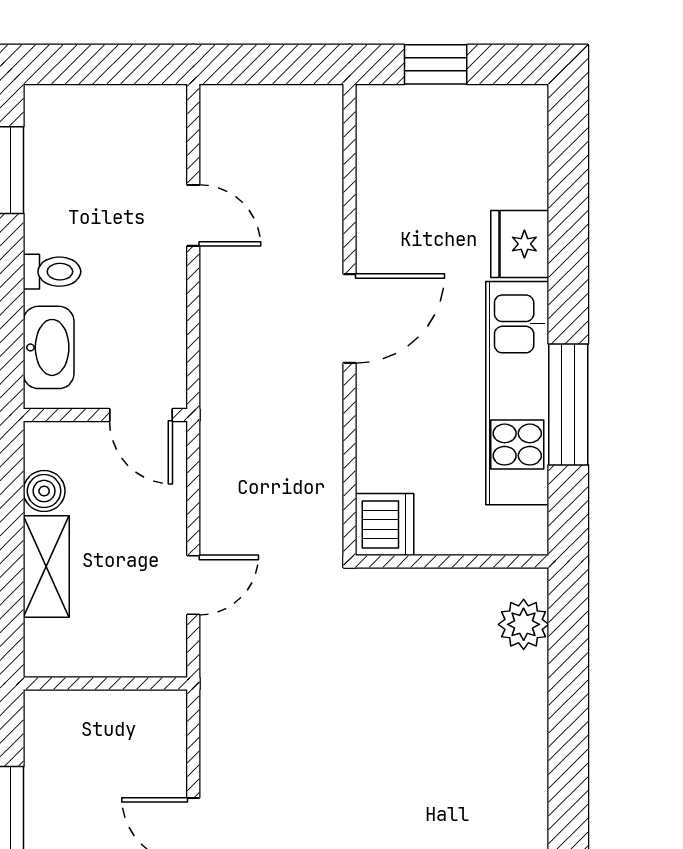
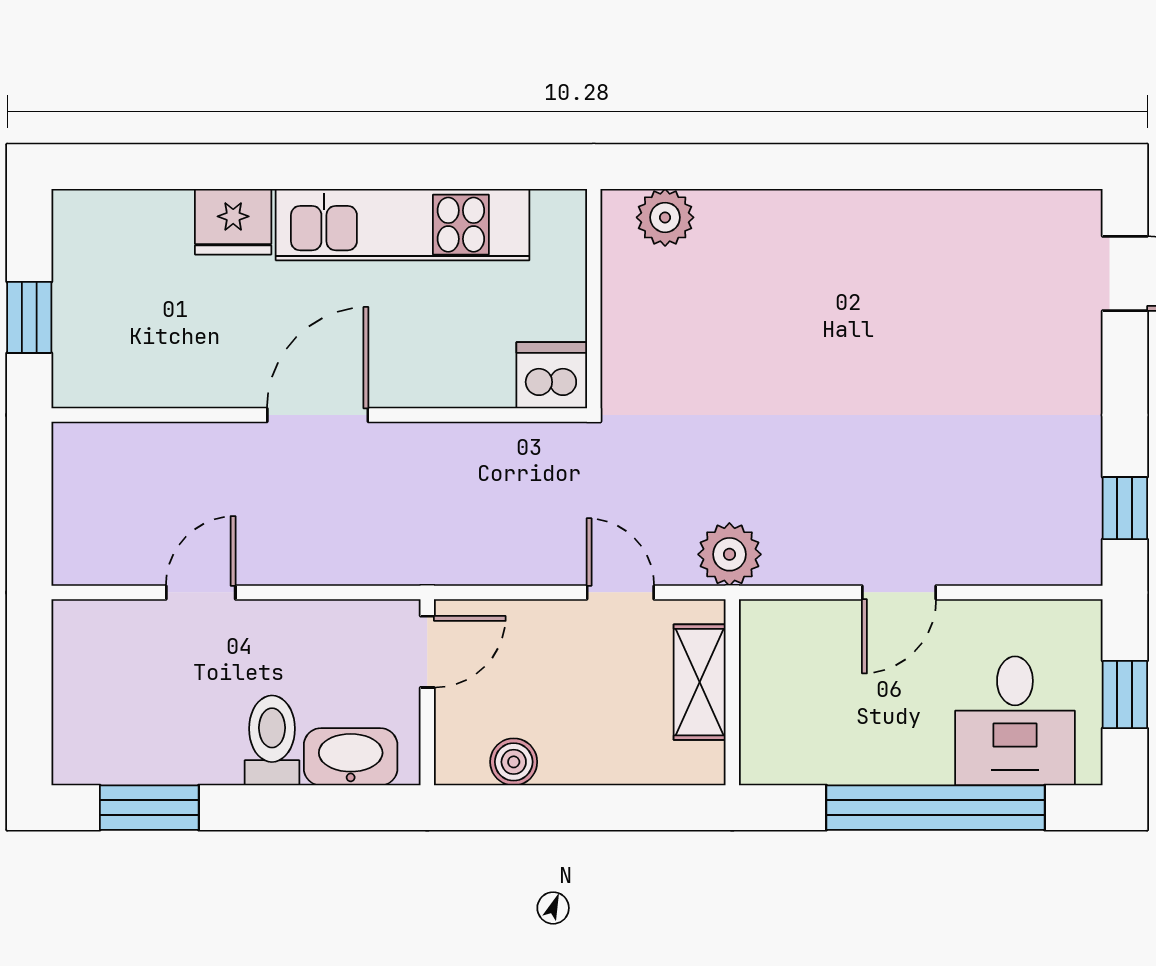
toilet: (52, 272) -> (272, 740), width x1.37, depth x1.39
door: (349, 318) -> (318, 415), hinge flipped
window: (568, 404) -> (415, 167), removed
shelving: (46, 567) -> (700, 682), moved, turned 90
plant: (227, 681) -> (729, 554), added

